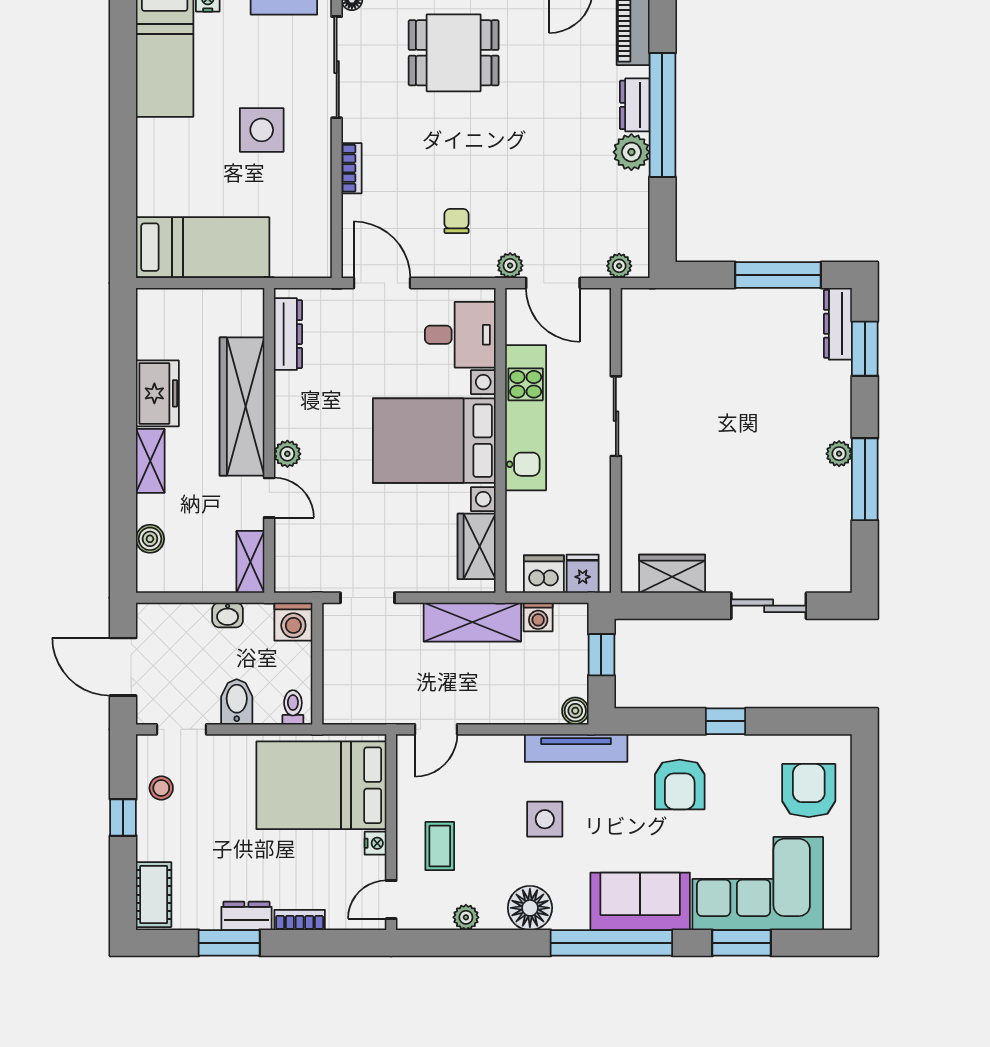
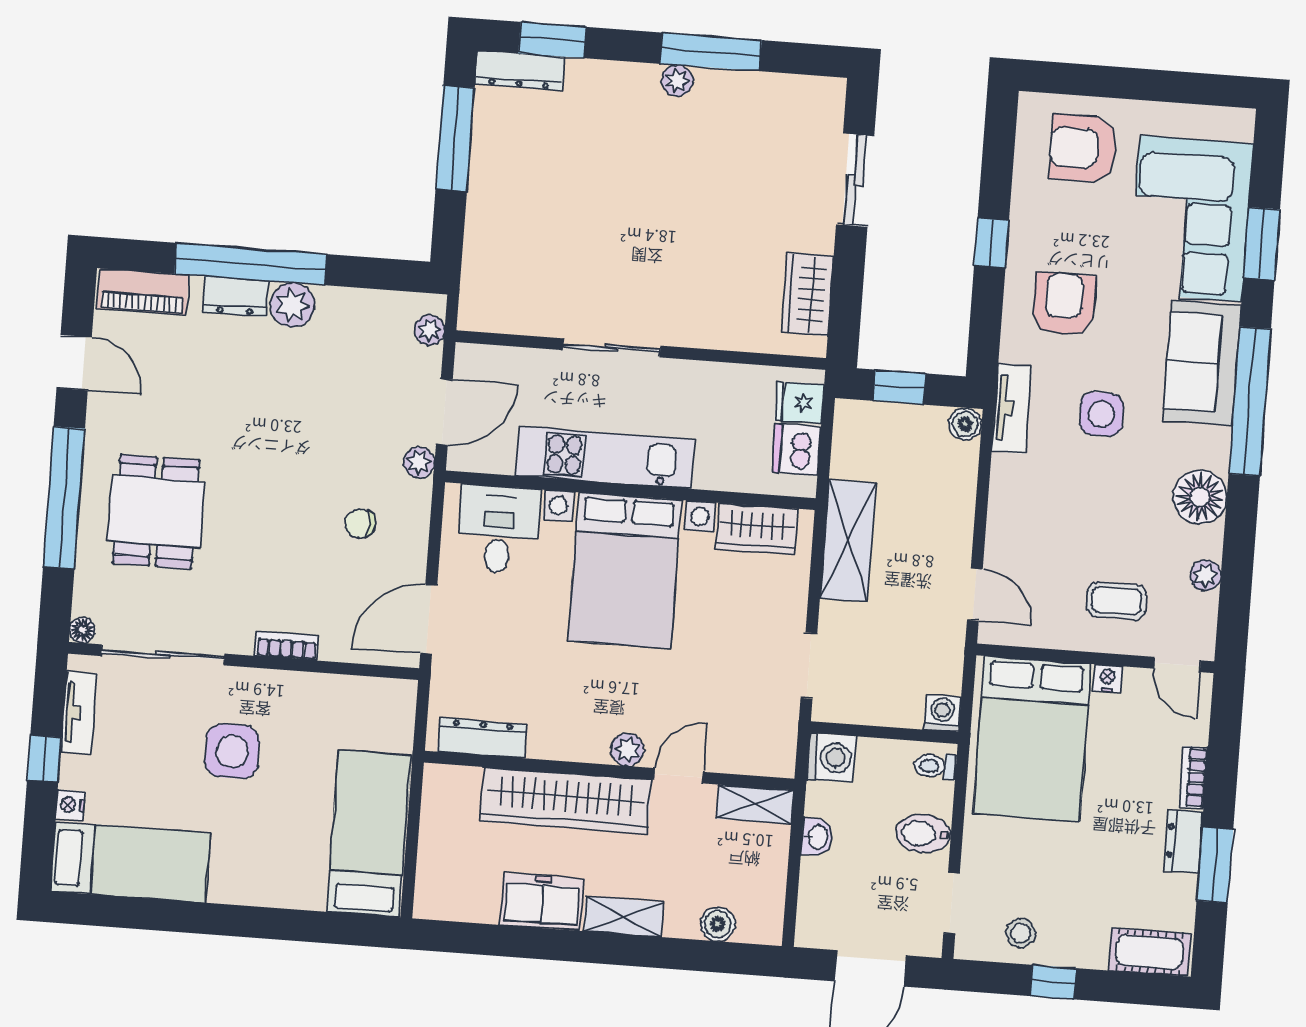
washing machine: (538, 617) -> (942, 713), moved, turned -90
tv unit: (576, 748) -> (1012, 408), width x0.71
armchair: (680, 784) -> (1064, 304), turned -90
side table: (545, 819) -> (1102, 414), moved

